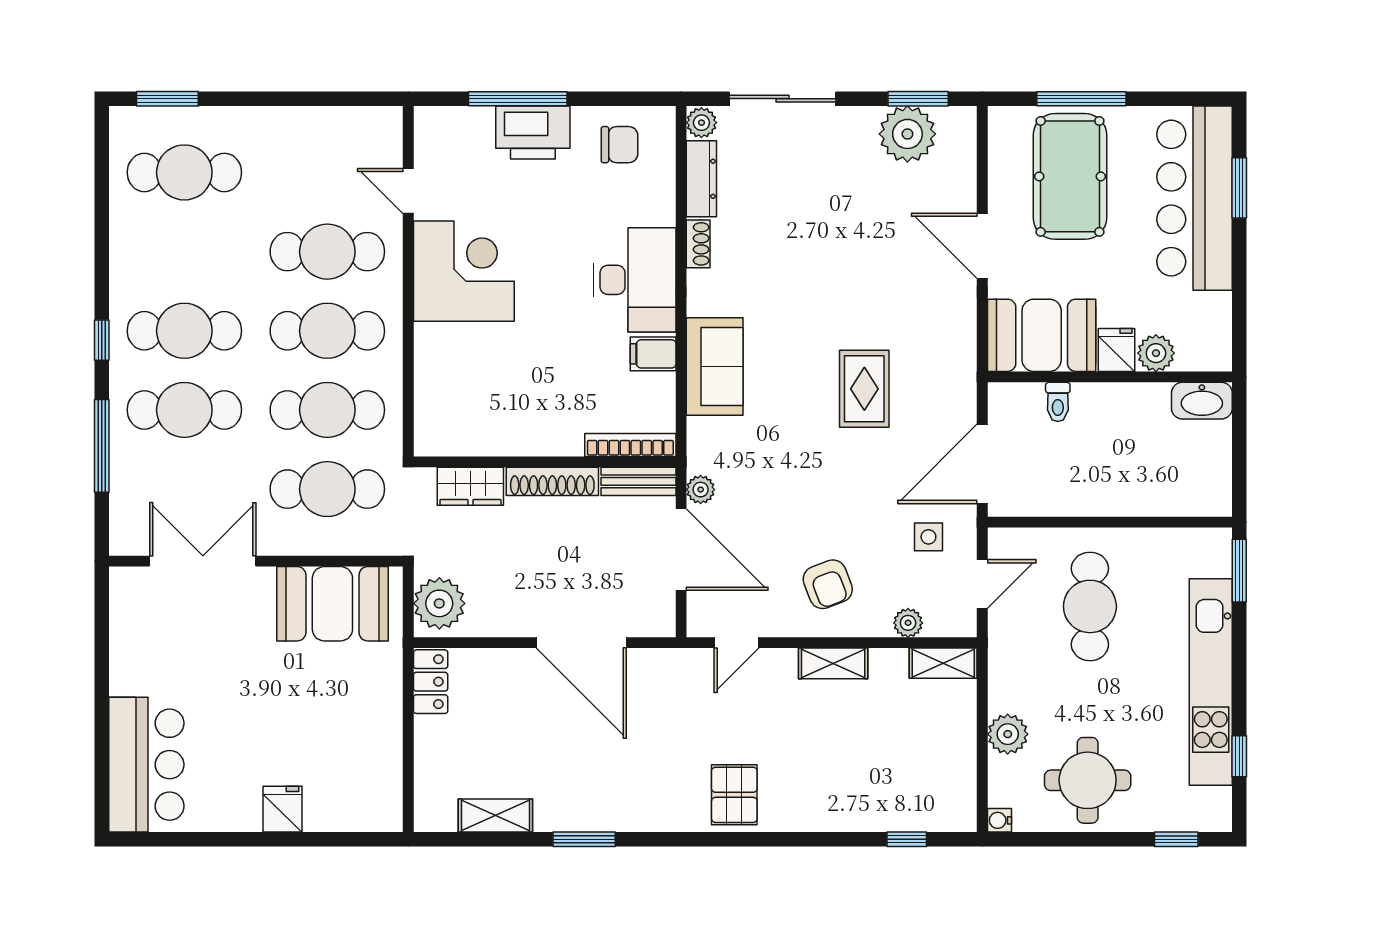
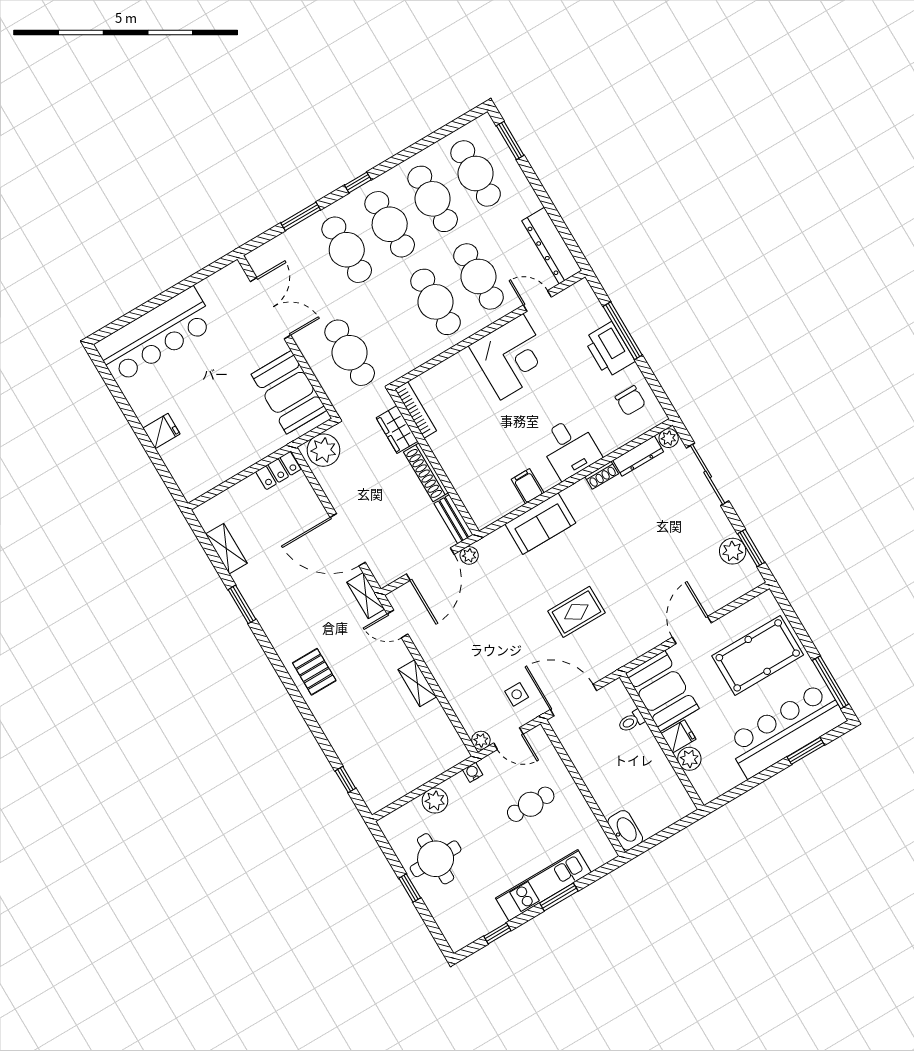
window: (1081, 99) -> (831, 682), moved
dresser: (344, 127) -> (552, 246), added
plant: (907, 134) -> (733, 551), width x0.73, depth x0.73
door: (408, 191) -> (537, 301), hinge flipped
desk: (635, 280) -> (569, 448), width x0.73
washbasin: (1202, 401) -> (625, 830), moved, turned 180
cafe table: (327, 410) -> (433, 199), moved
bookcase: (630, 445) -> (416, 410), moved
window: (102, 446) -> (301, 216), width x0.69
window: (1239, 571) -> (559, 897), moved
armchair: (828, 584) -> (459, 655), removed
cafe table: (1090, 606) -> (531, 804), width x0.73, depth x0.74
plant: (908, 623) -> (481, 740), moved
door: (581, 643) -> (348, 540), hinge flipped
shelving: (943, 663) -> (366, 596), moved
kitchen unit: (1211, 682) -> (543, 885), width x0.73
bar counter: (146, 765) -> (155, 335), width x1.36
pallet: (734, 795) -> (314, 672), turned 90
water cooler: (1000, 820) -> (473, 772), moved
window: (1176, 839) -> (410, 888), moved

